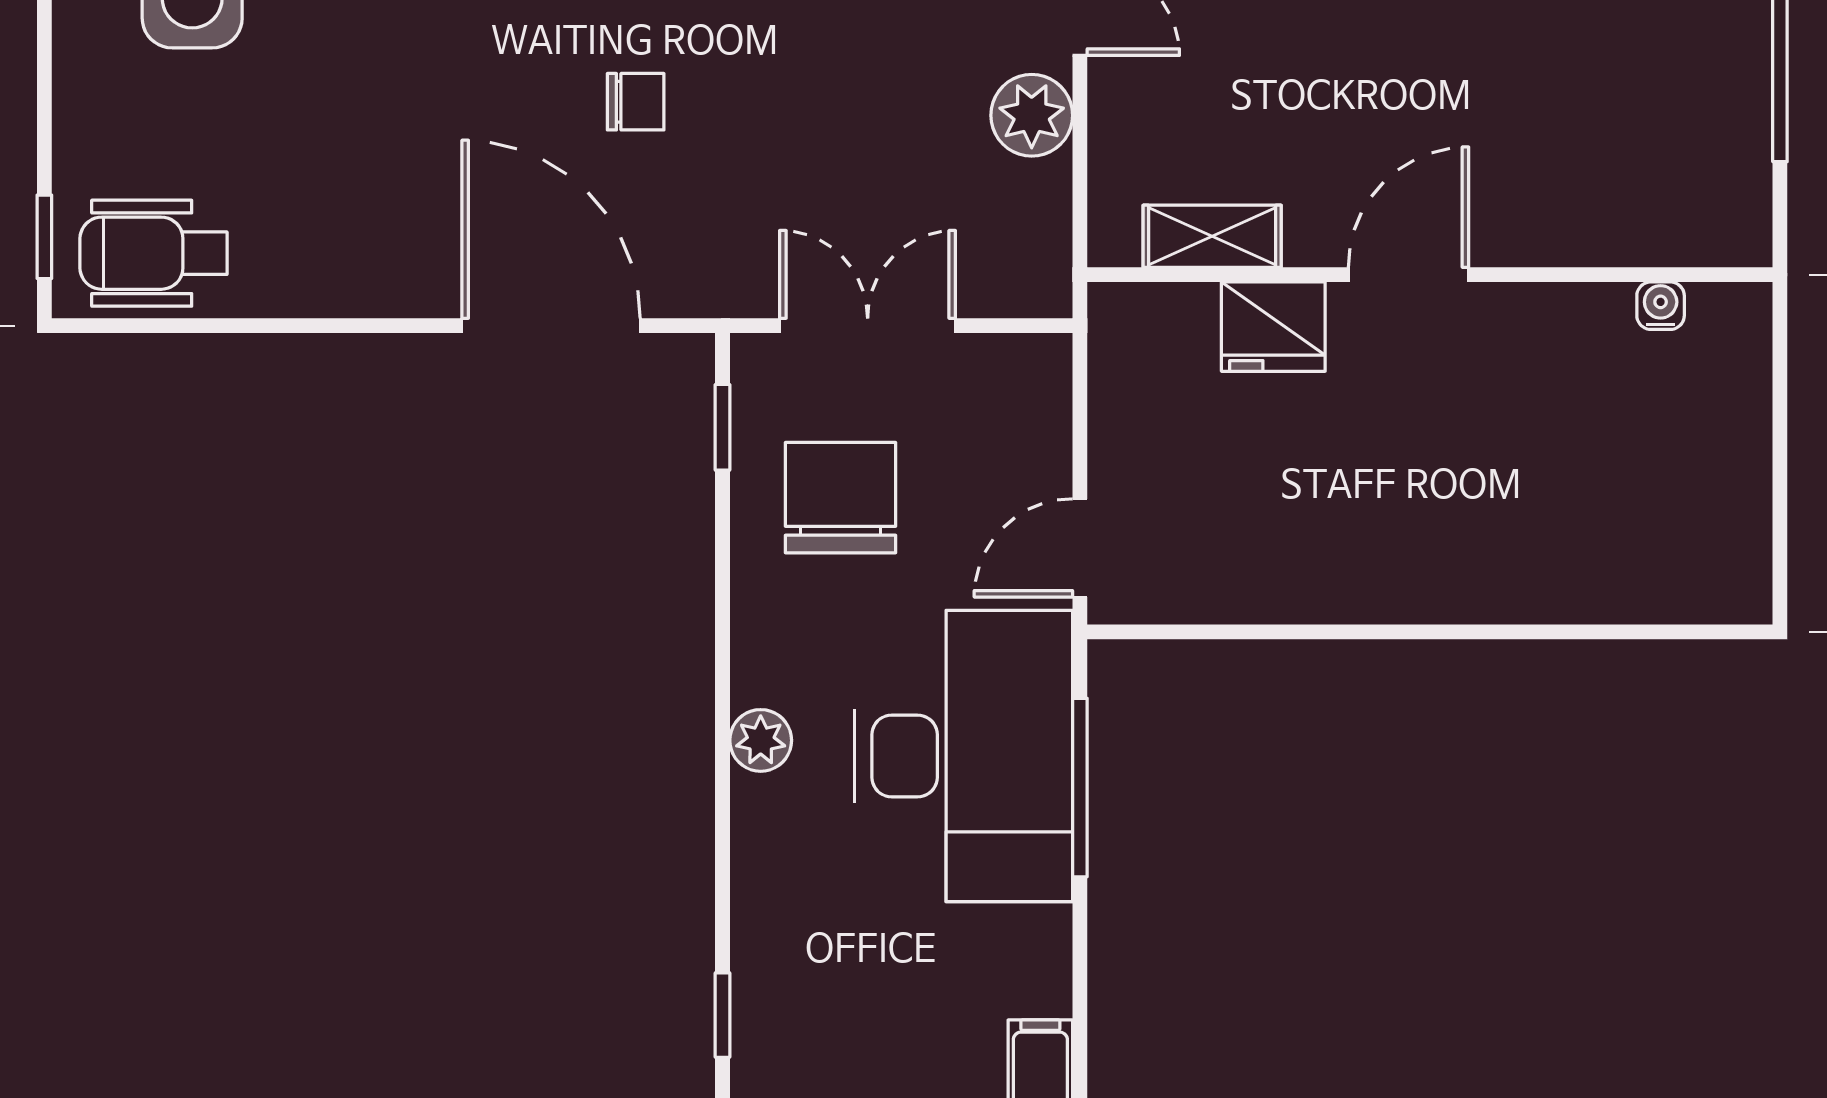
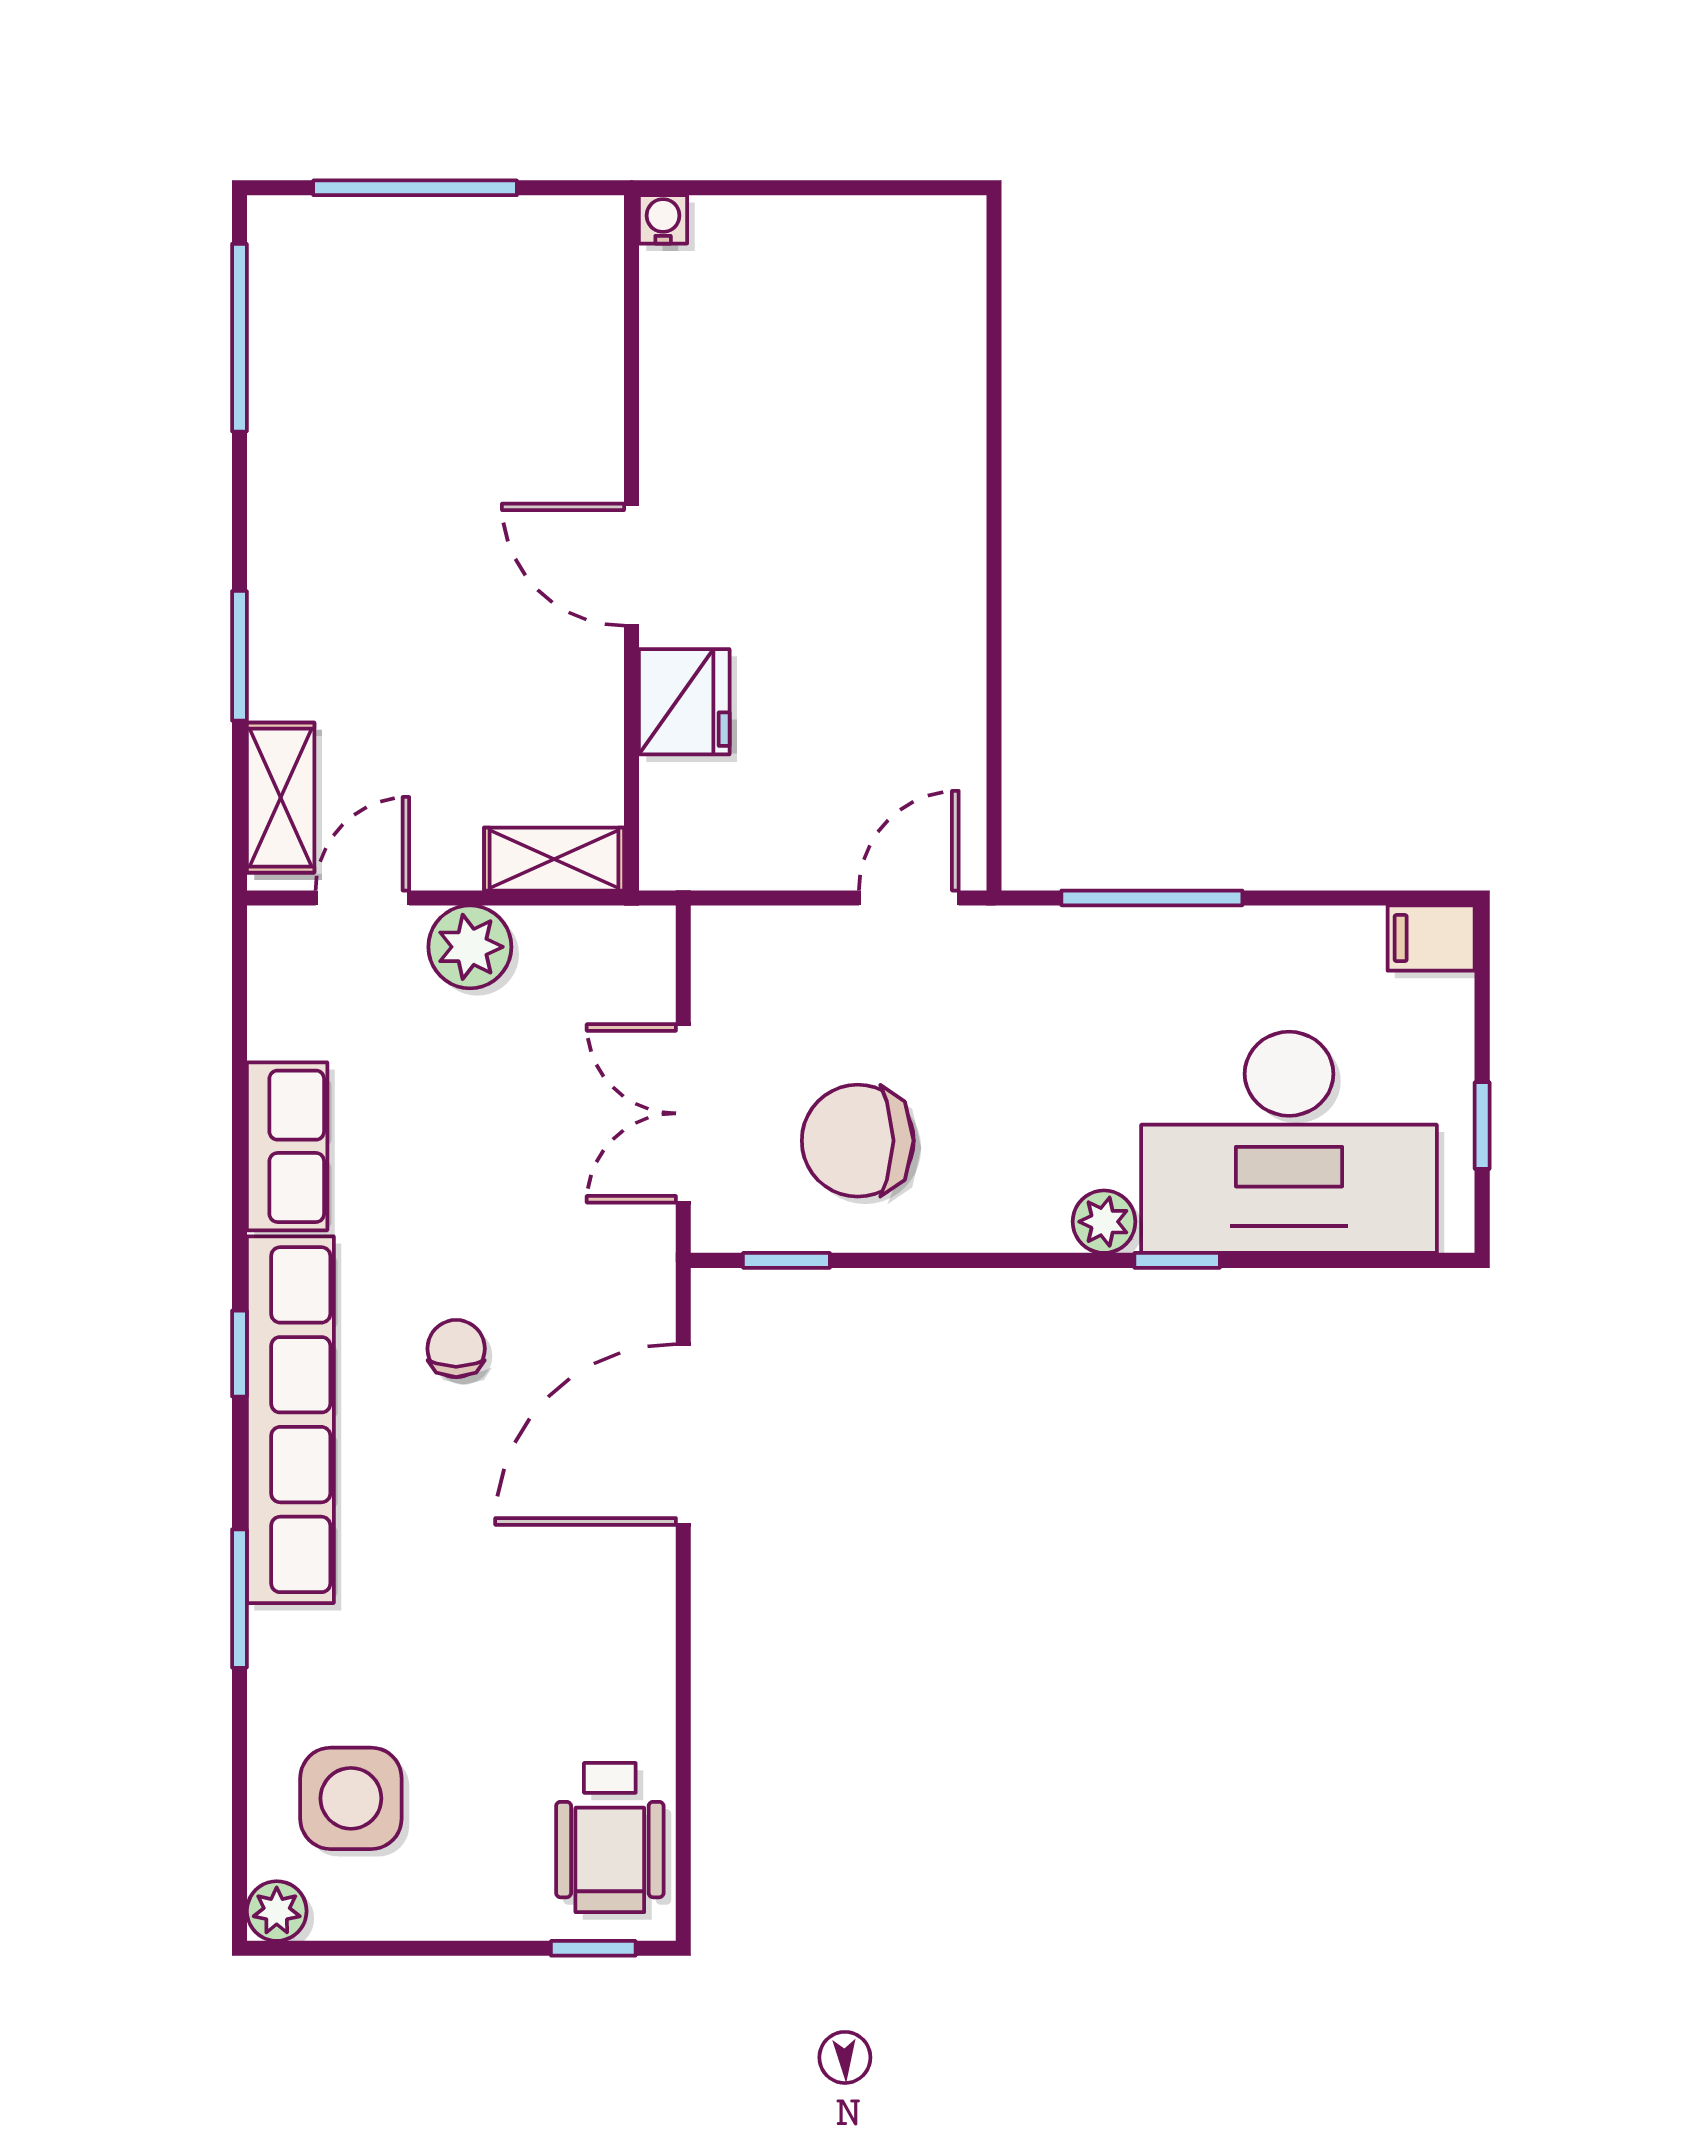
shelving: (1212, 236) -> (554, 859), moved, turned 90
water cooler: (1661, 306) -> (663, 219), moved, turned 90
door: (1080, 548) -> (909, 898), swing flipped
desk: (963, 756) -> (1289, 1142), moved, turned 180
window: (723, 1015) -> (1177, 1260), moved

